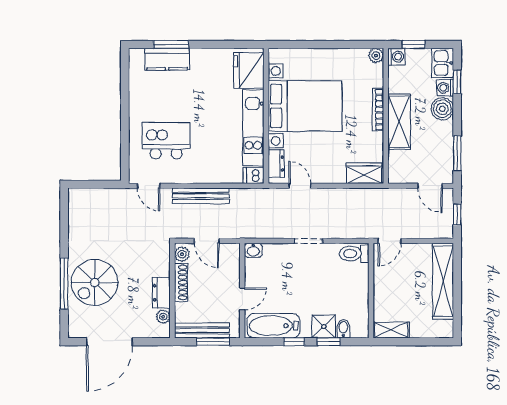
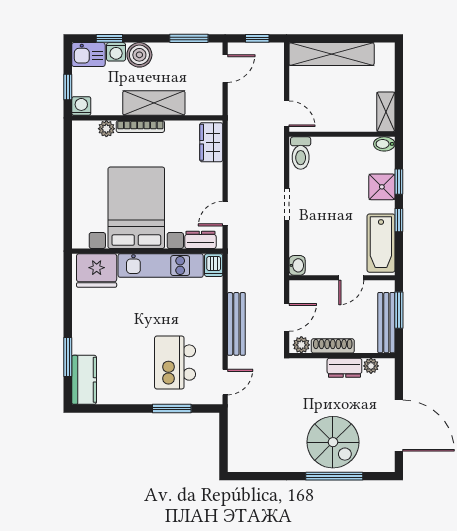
plant: (376, 56) -> (106, 129), moved
kitchen counter: (167, 59) -> (84, 380), moved
window: (125, 138) -> (172, 408), added
door: (242, 299) -> (351, 278), swing flipped
bidet: (343, 329) -> (384, 144), moved

